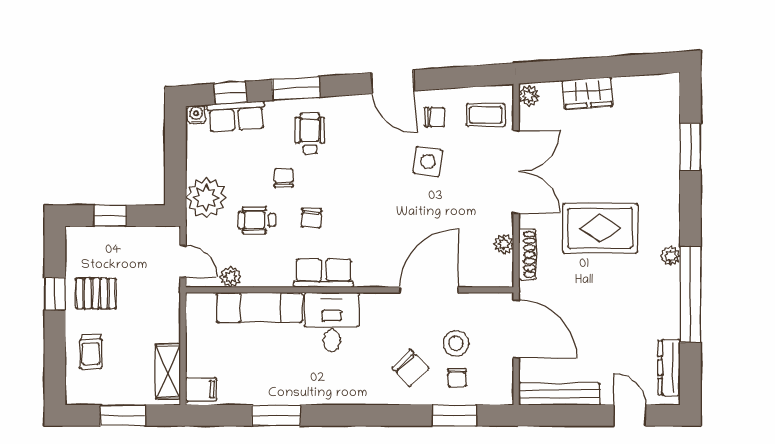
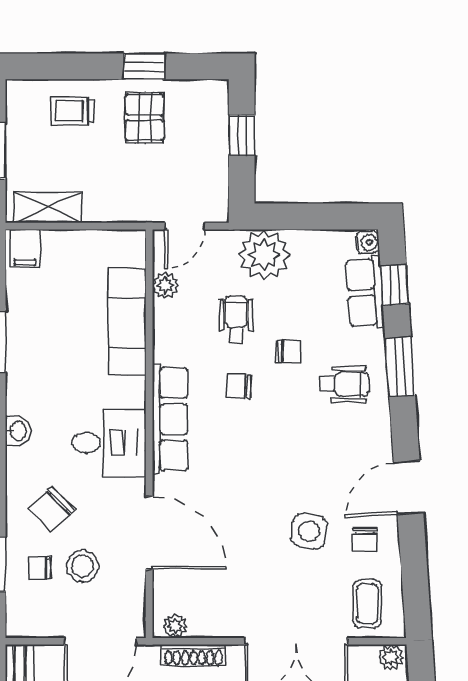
plant: (504, 244) -> (175, 626), moved
row of seats: (324, 273) -> (170, 419), width x1.48
desk: (332, 322) -> (109, 443), moved
washbasin: (347, 395) -> (18, 431), added

